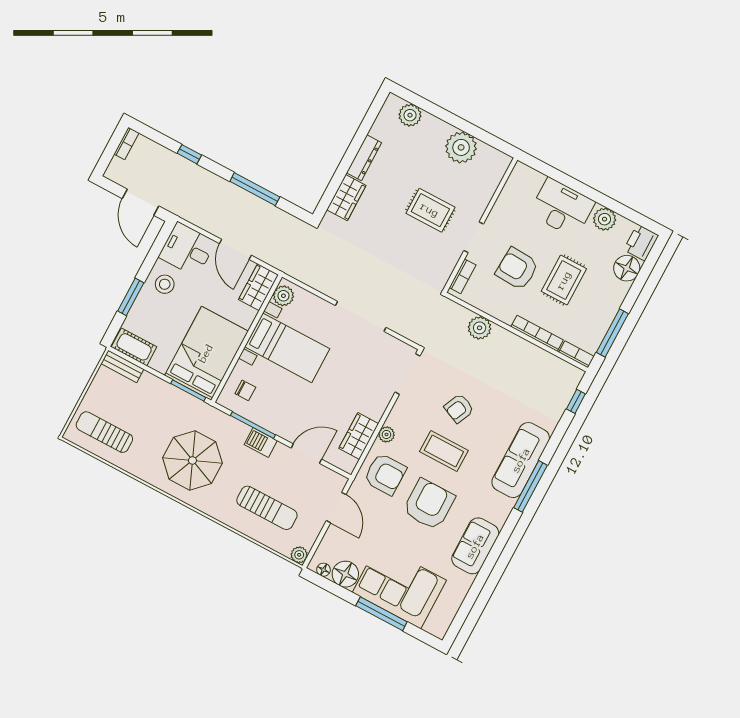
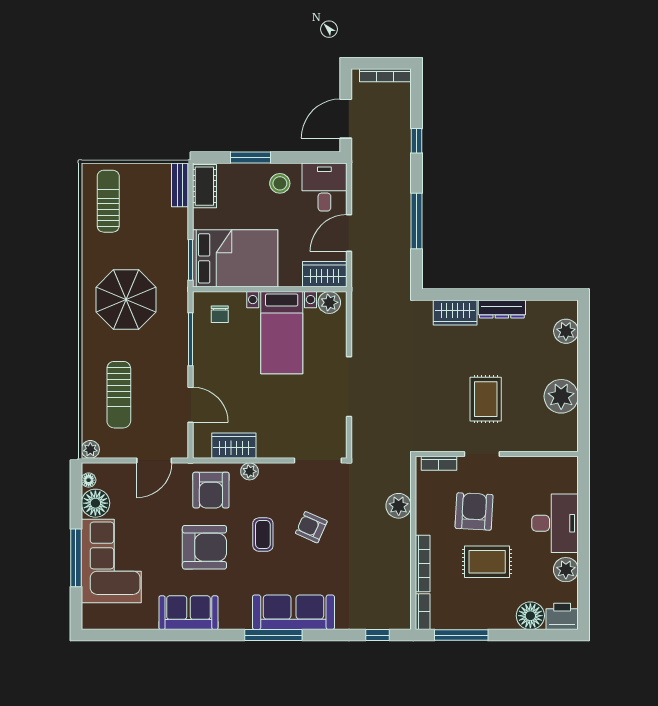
bookcase: (126, 143) -> (385, 75), width x1.56
barbecue: (261, 443) -> (178, 356), removed
coffee table: (444, 451) -> (263, 535), width x0.73, depth x0.77

